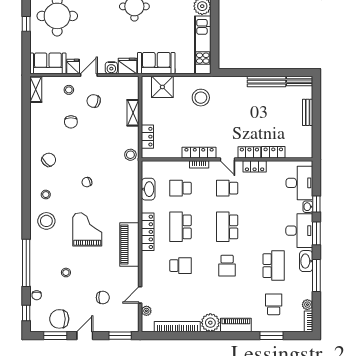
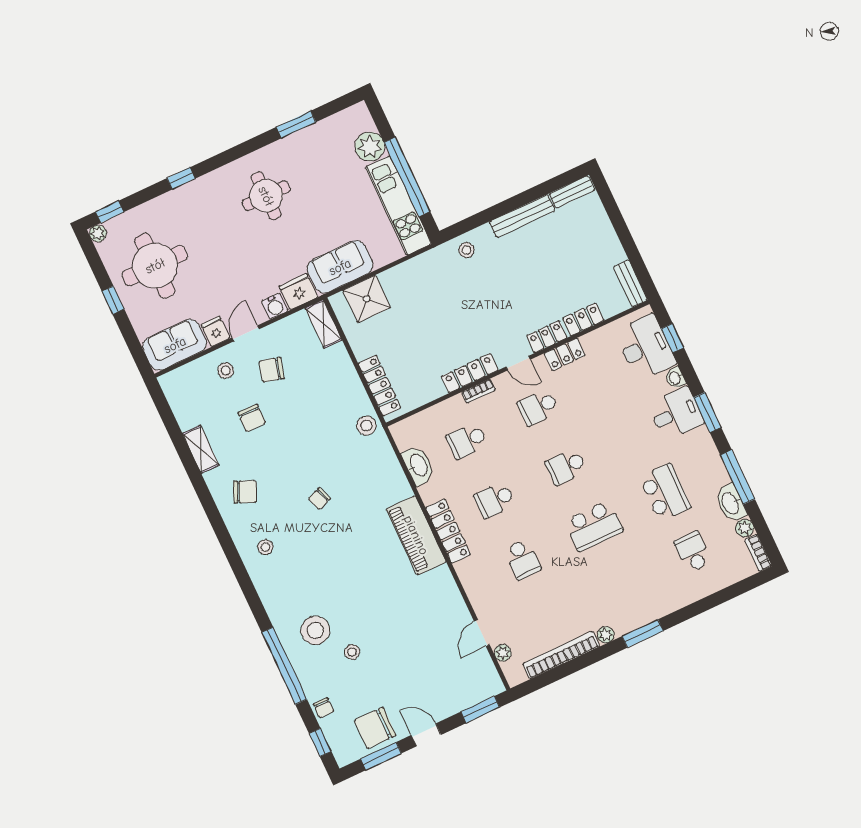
window: (215, 32) -> (407, 177), added
shelving: (36, 89) -> (201, 449), moved
stool: (201, 98) -> (466, 250), moved, width x0.53, depth x0.53
bench: (308, 112) -> (630, 283), moved
shelving: (133, 113) -> (324, 324), moved
locker: (147, 137) -> (379, 386), width x1.53
chair: (49, 160) -> (245, 492), turned 68
window: (316, 204) -> (672, 338), moved
stool: (46, 221) -> (315, 630), moved
school desk: (180, 227) -> (495, 500), width x0.54
school desk: (227, 227) -> (566, 467), width x0.54
grand piano: (87, 229) -> (354, 571), removed
desk: (299, 231) -> (676, 414), width x0.73
piano: (129, 245) -> (416, 535), moved
washbasin: (306, 261) -> (731, 503), moved
school desk: (180, 266) -> (522, 559), turned 90
school desk: (227, 266) -> (594, 526), width x1.85
chair: (103, 298) -> (426, 664), removed
plant: (210, 323) -> (606, 635), width x0.53, depth x0.53
piano: (236, 325) -> (650, 611), removed
door: (85, 336) -> (426, 735), hinge flipped
window: (271, 336) -> (643, 633), moved

